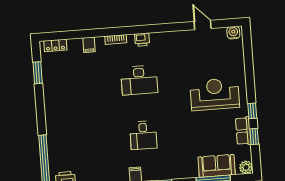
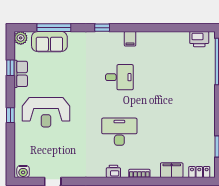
filing cabinet: (89, 45) -> (172, 170), width x2.00
window: (252, 111) -> (10, 115), moved
desk: (143, 135) -> (119, 77), turned 90

